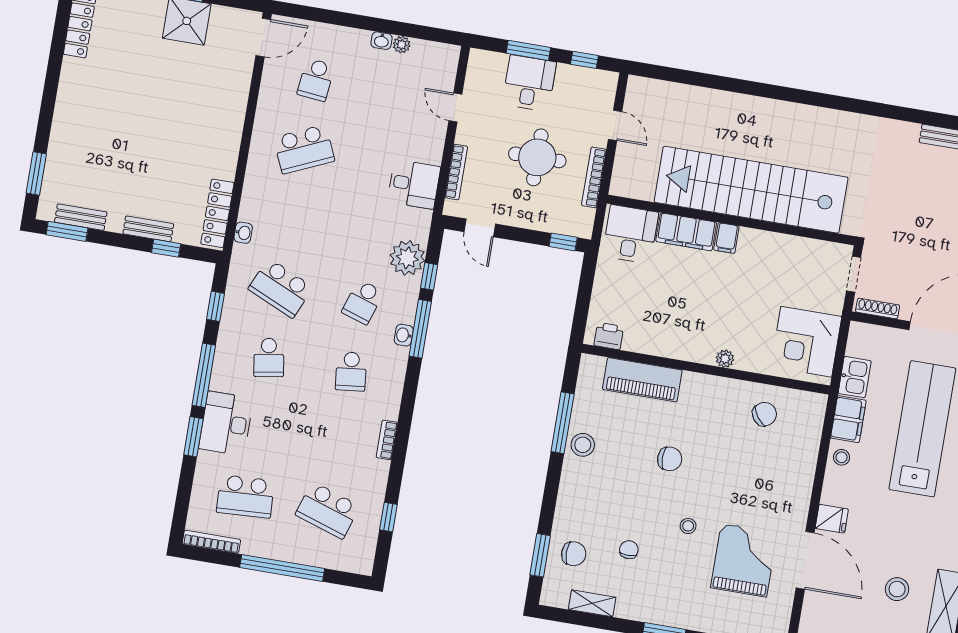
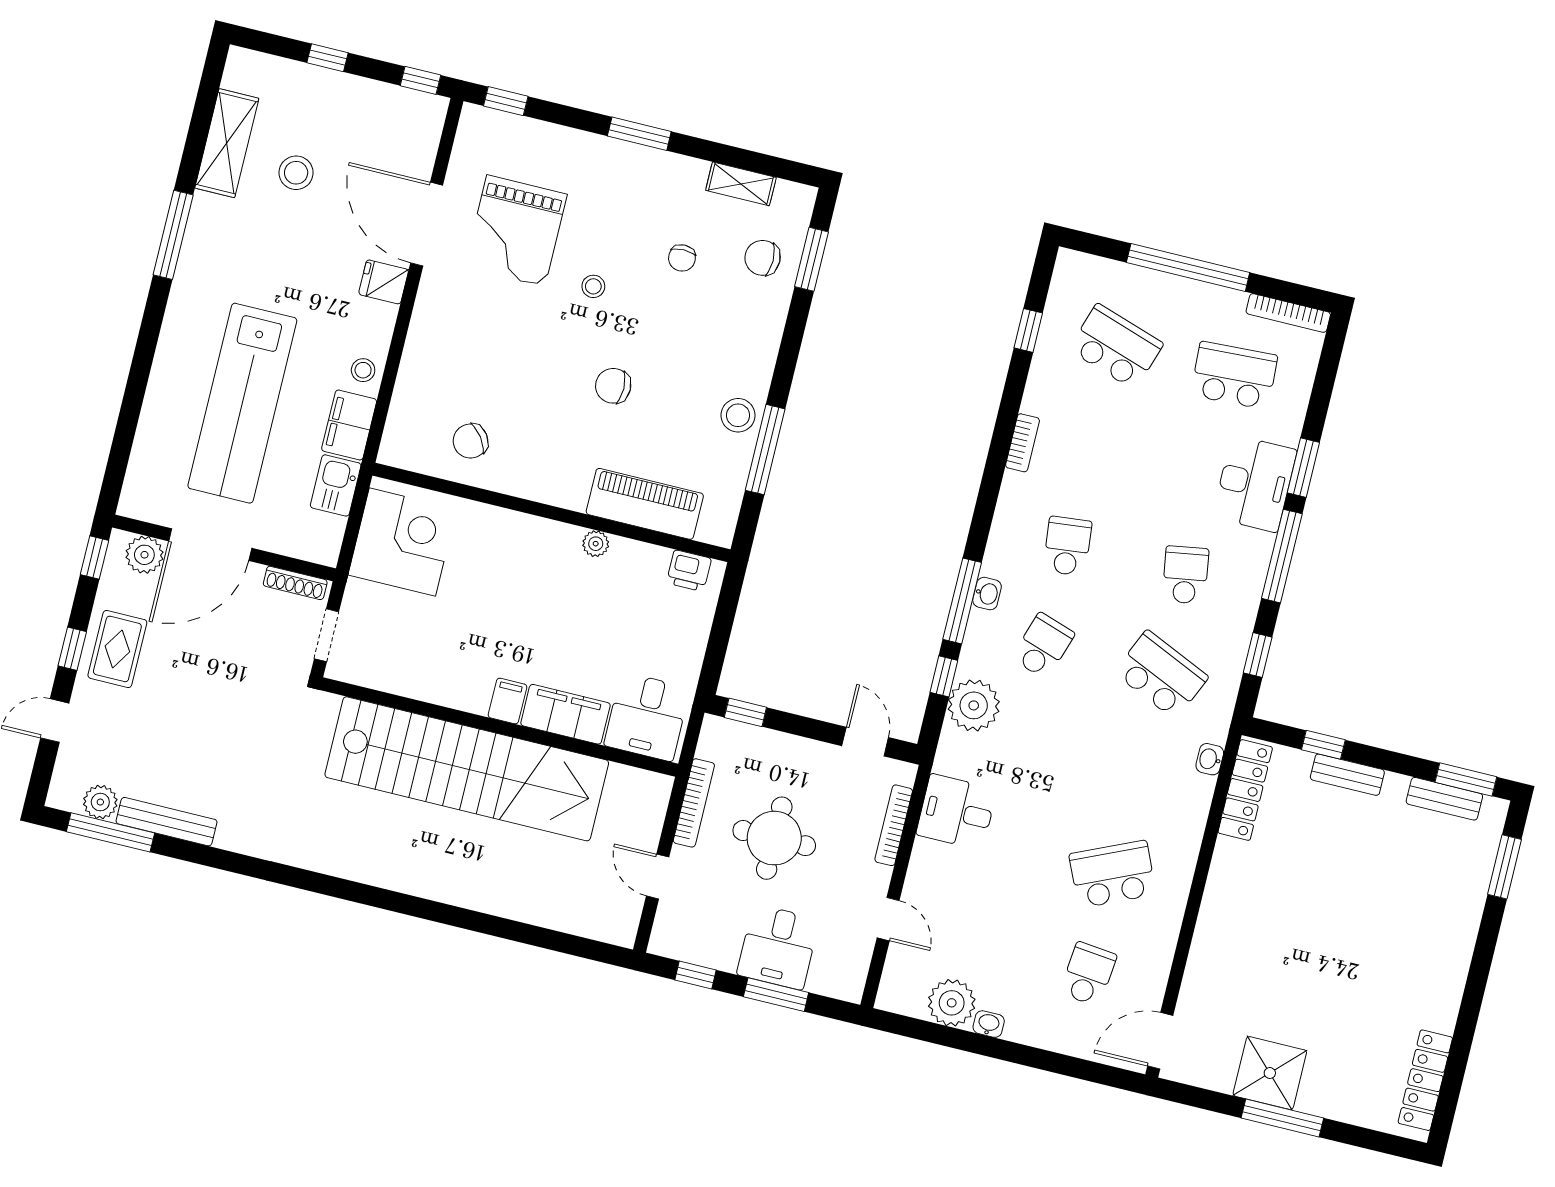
plant: (402, 45) -> (952, 1003), width x1.88, depth x1.88
plant: (725, 359) -> (596, 544), moved

